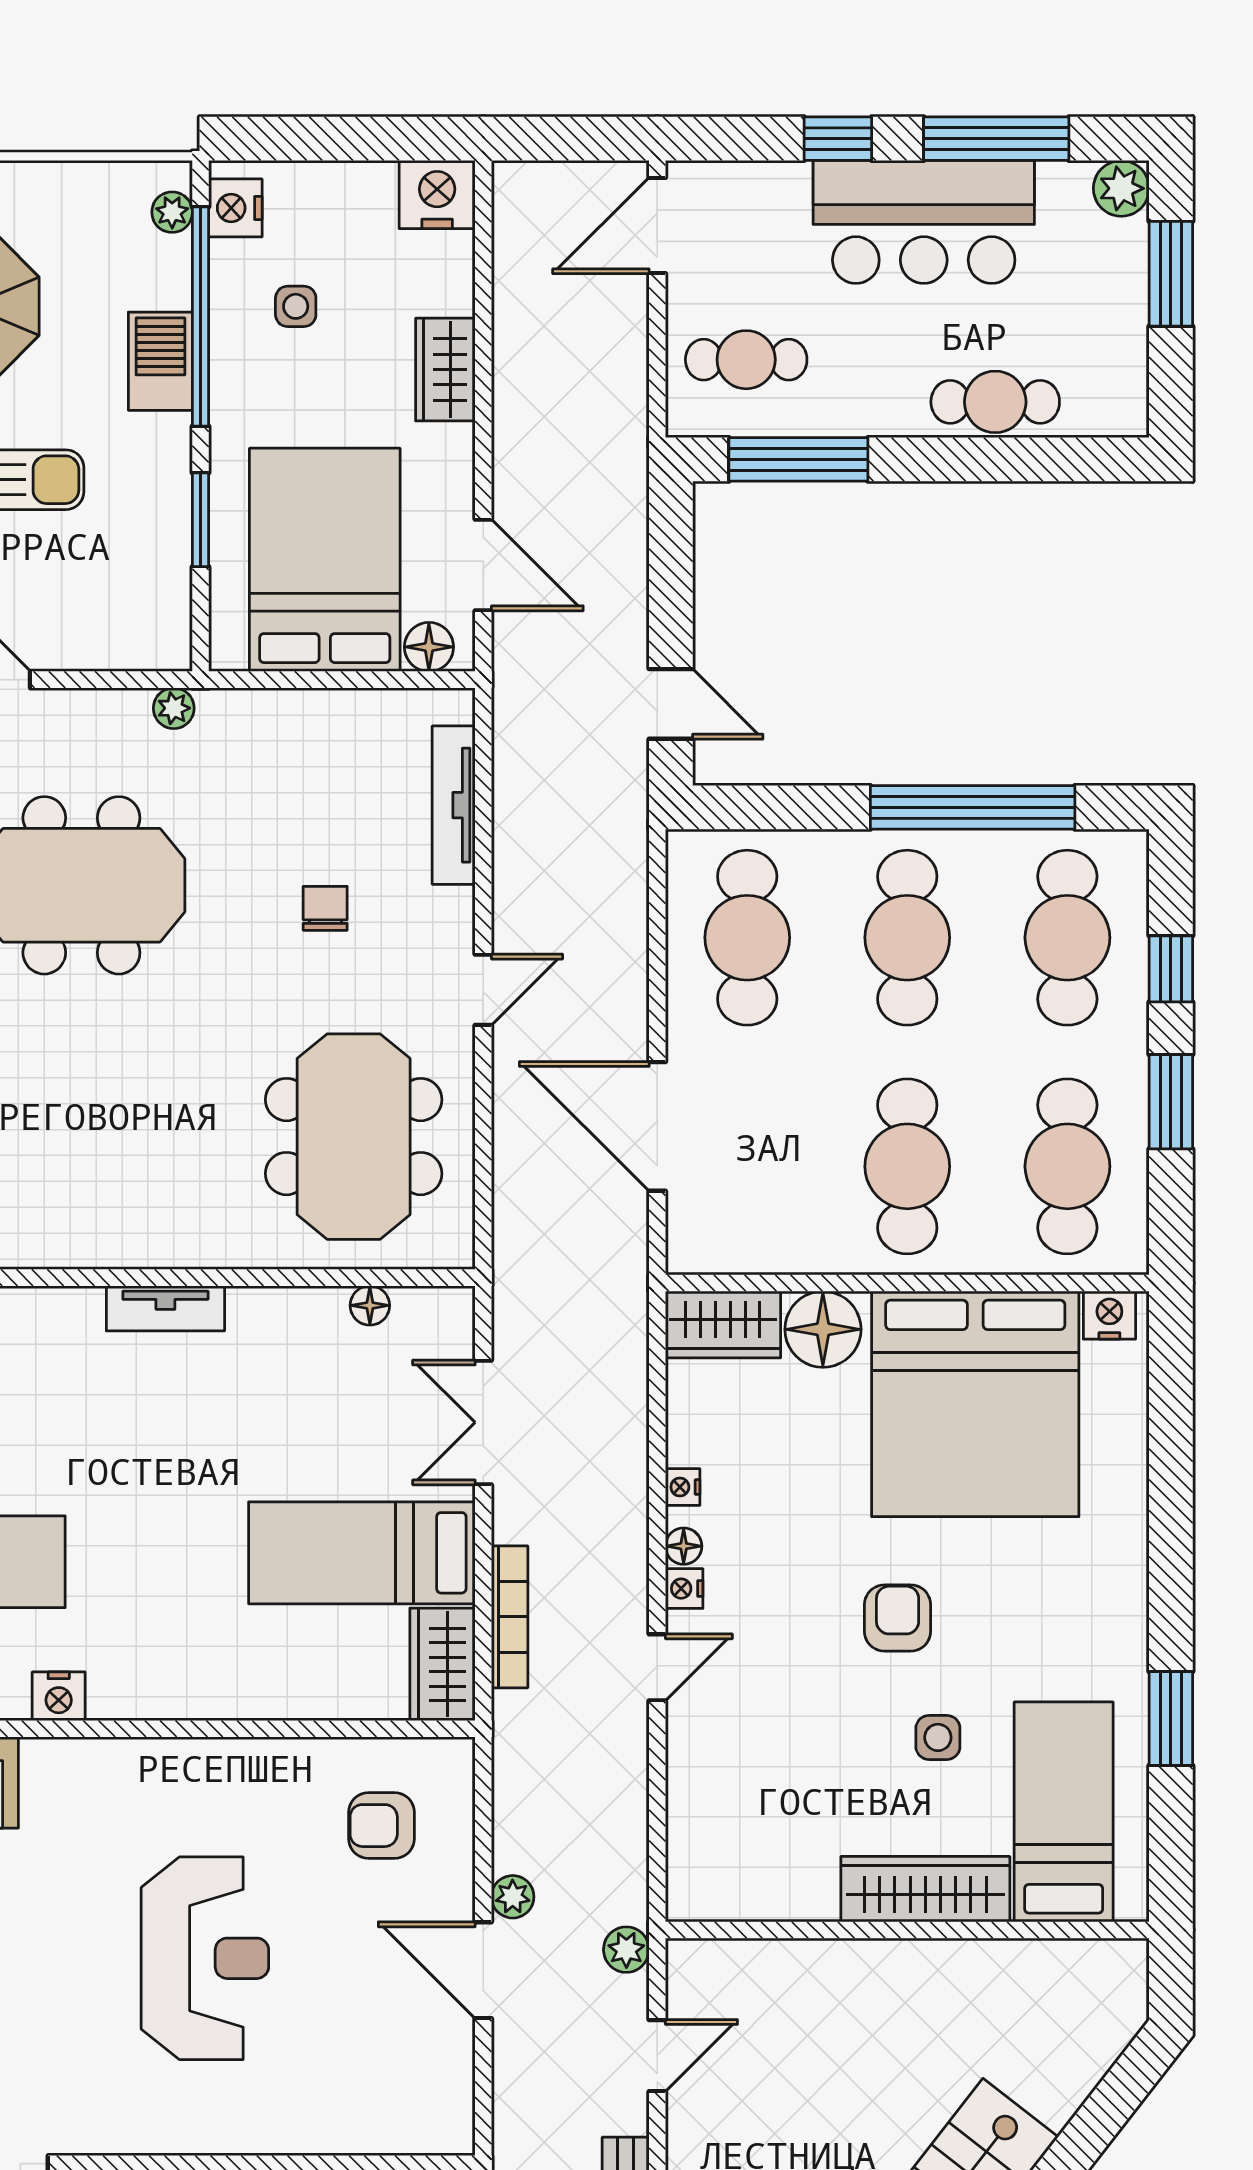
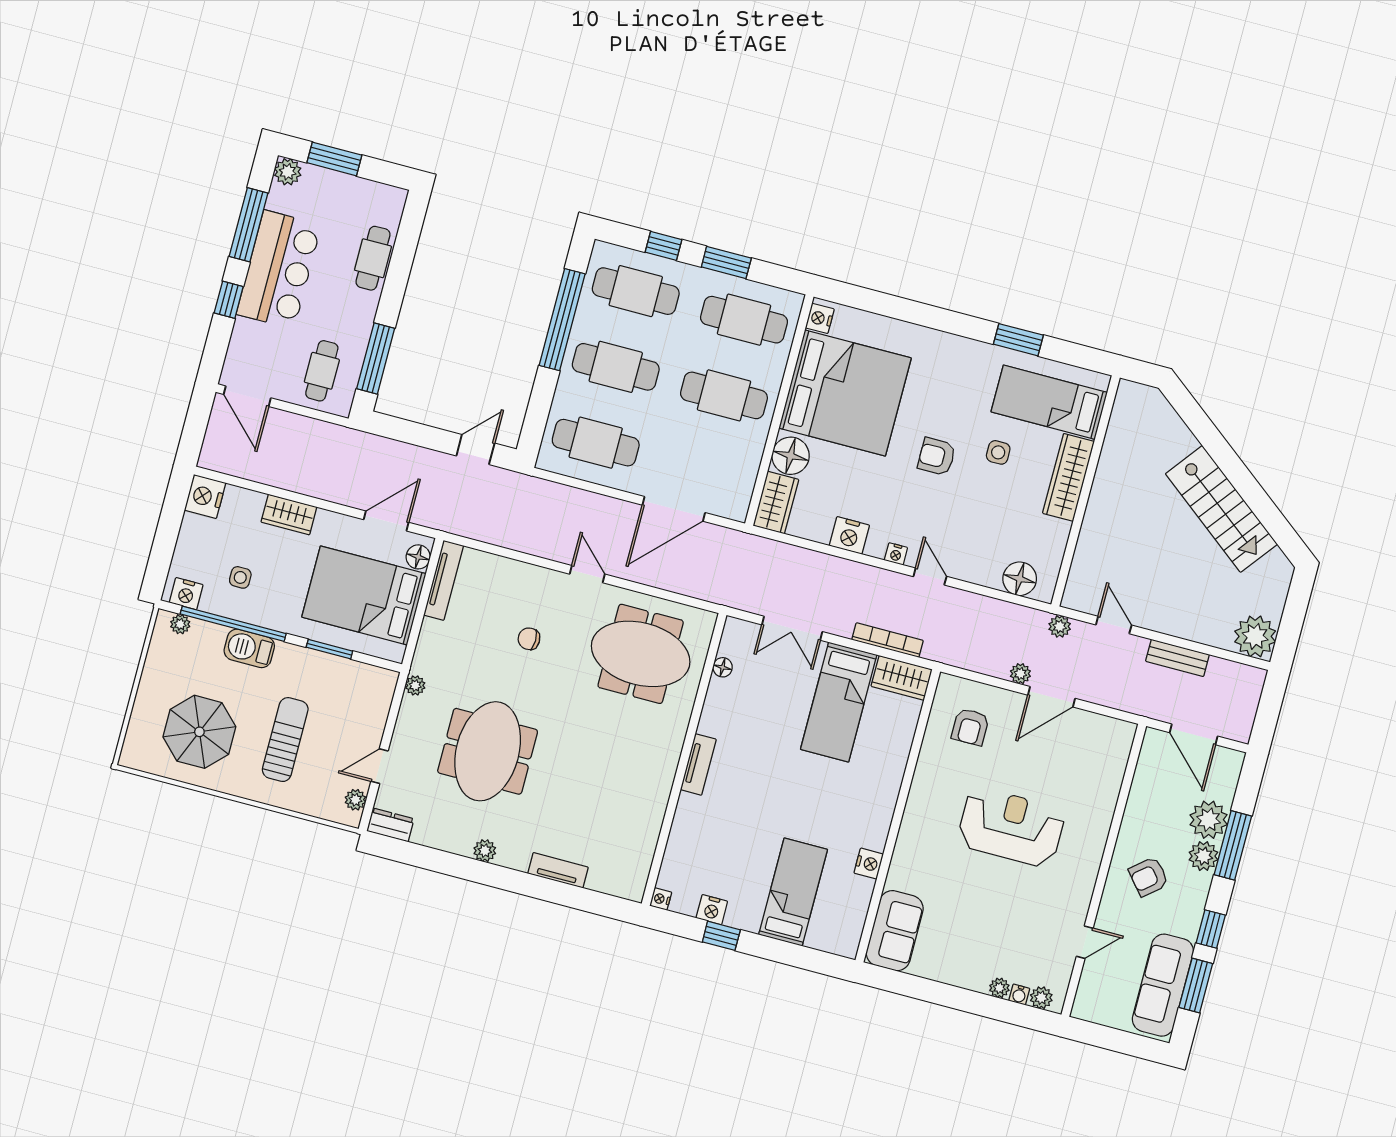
tv unit: (454, 805) -> (444, 580), moved, turned -90
nightstand: (683, 1487) -> (849, 535), width x1.89, depth x1.79
floor lamp: (684, 1546) -> (1020, 579), moved, width x1.89, depth x1.89

